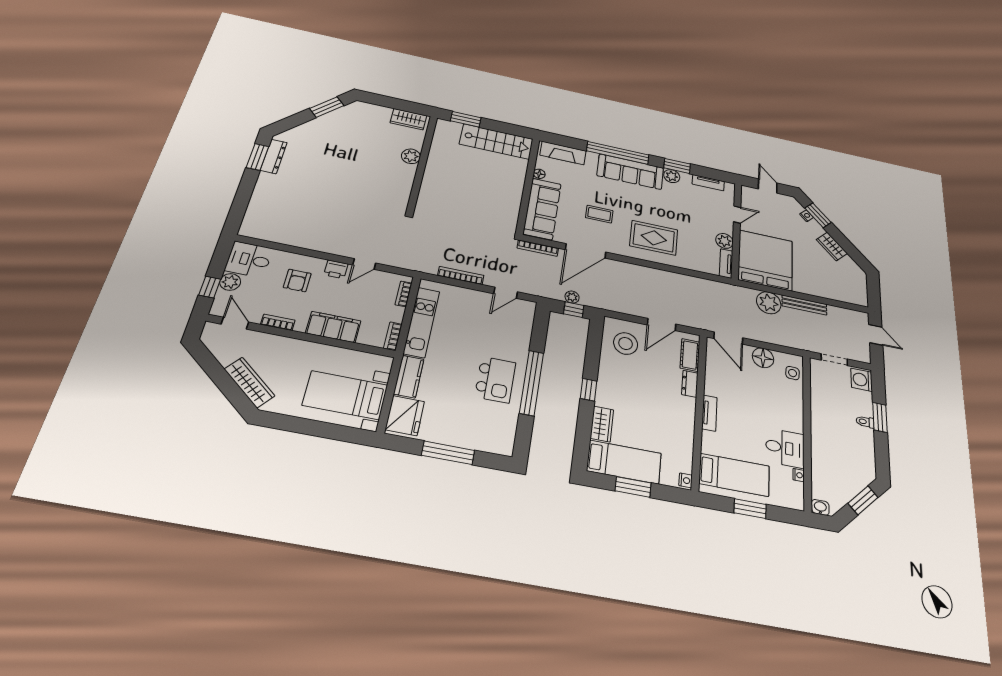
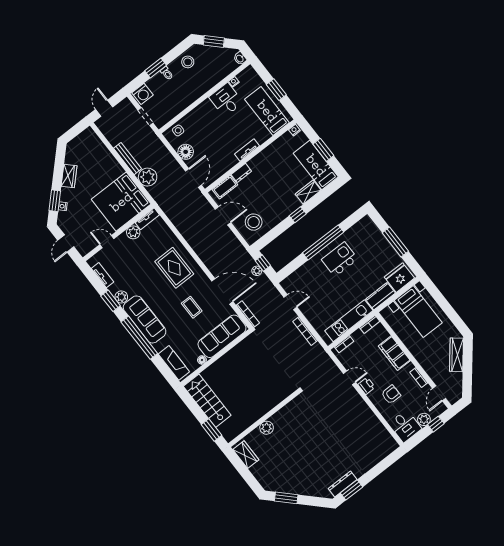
stool: (861, 453) -> (188, 62), added

